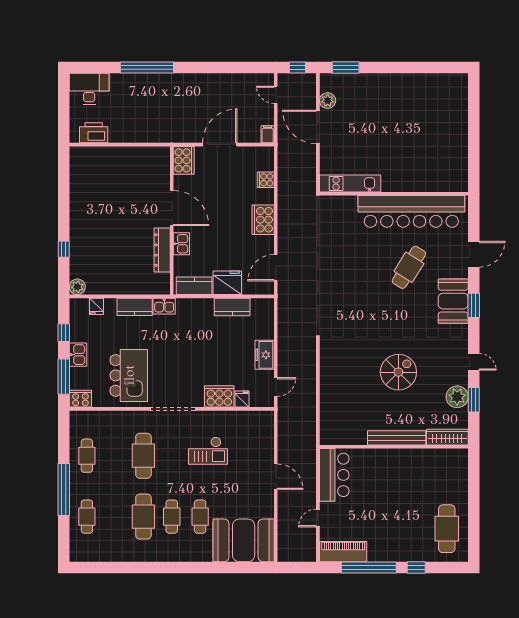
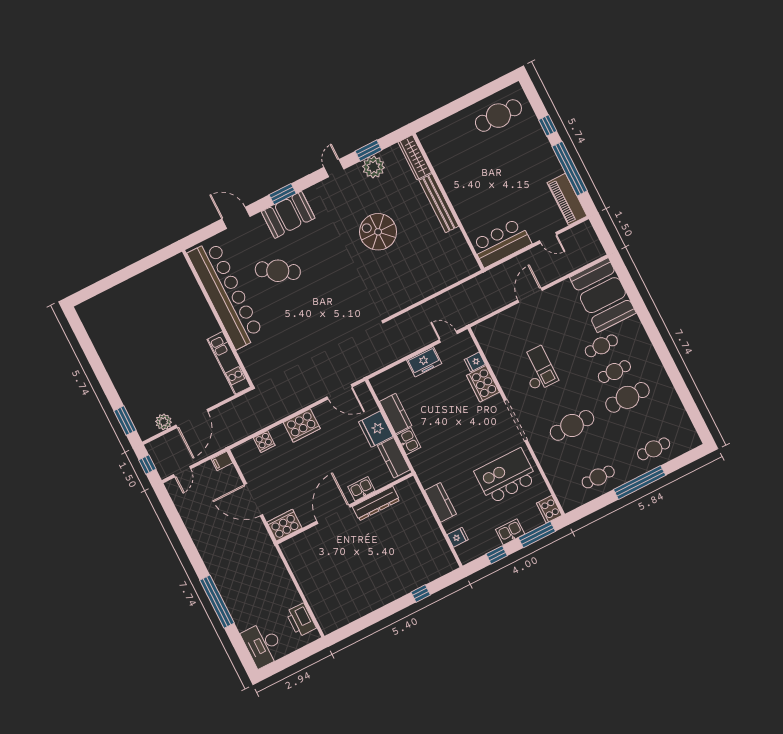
plant: (77, 287) -> (449, 564), removed
kitchen sink: (164, 306) -> (409, 441), moved

